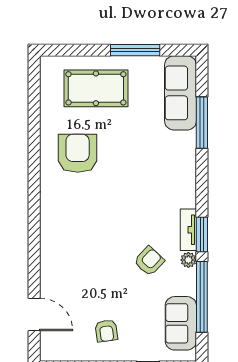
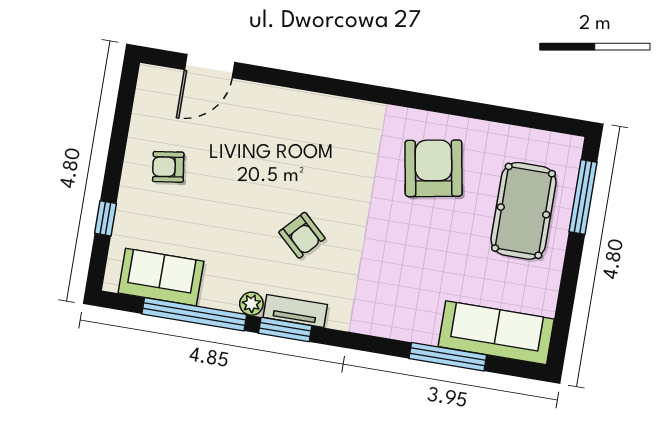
window: (135, 50) -> (583, 197), moved
armchair: (78, 153) -> (434, 168), turned -100
armchair: (149, 261) -> (302, 235), moved

